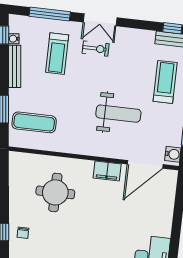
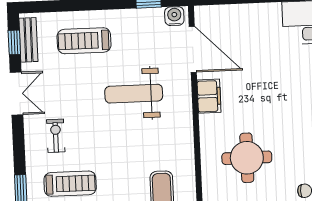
double door: (100, 20) -> (17, 94), moved
weight bench: (118, 114) -> (134, 94), turned -90

